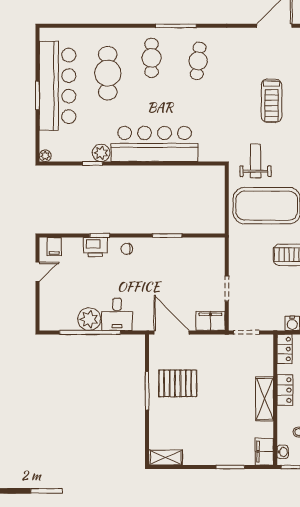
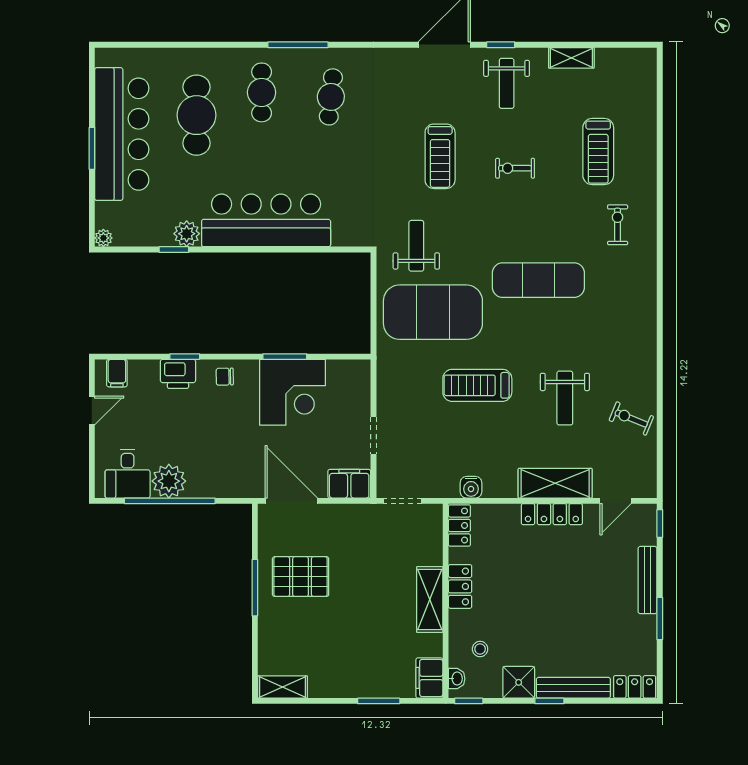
corner desk: (172, 259) -> (293, 392), added
desk: (117, 314) -> (128, 474), moved

